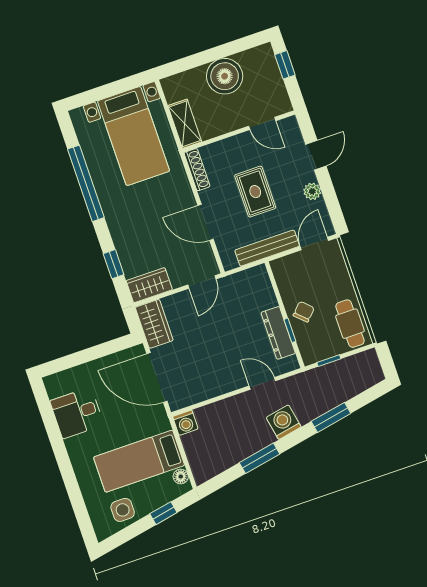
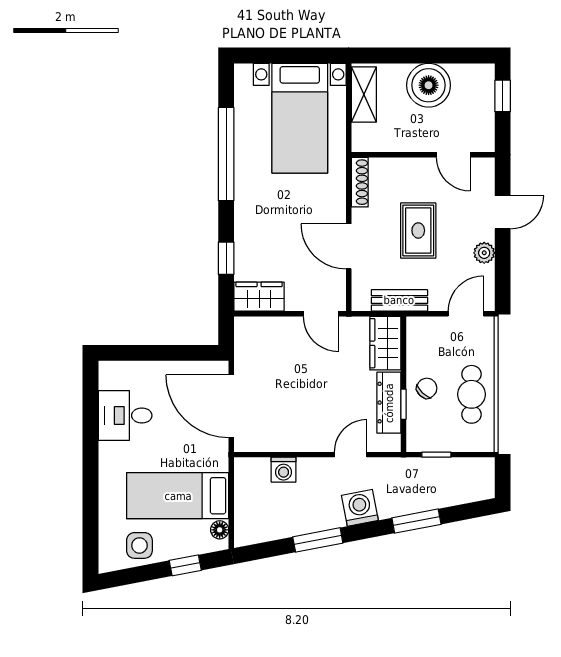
shelving: (185, 124) -> (364, 94), moved
bench: (267, 248) -> (399, 300), width x0.73
door: (202, 282) -> (321, 314), hinge flipped
wardrobe: (154, 324) -> (385, 343), moved, turned 180
cafe table: (350, 324) -> (471, 394), moved
door: (262, 383) -> (351, 455), hinge flipped
washing machine: (185, 423) -> (284, 470), moved

